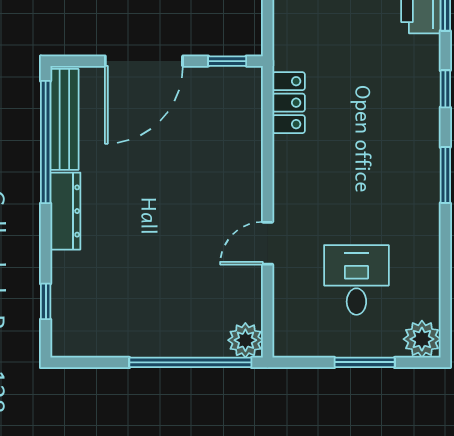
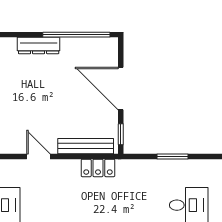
bench: (64, 119) -> (86, 146), moved
door: (268, 243) -> (38, 156), moved

